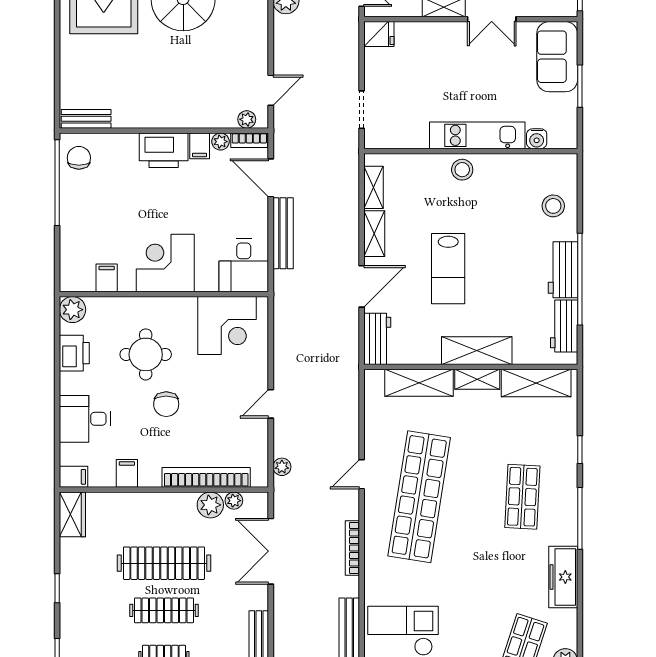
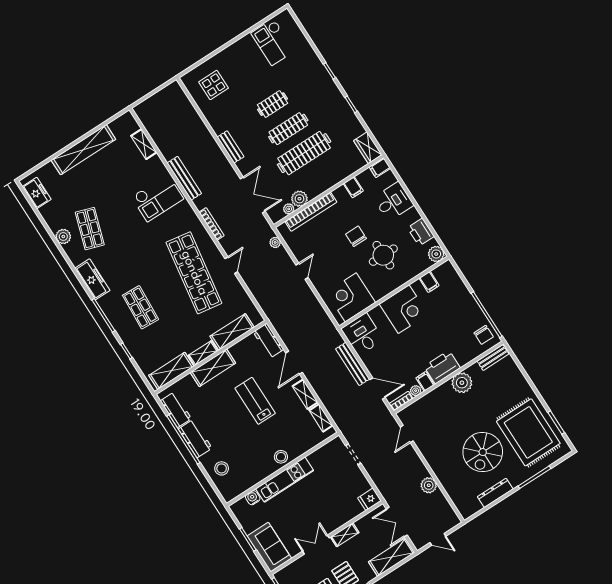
plant: (247, 119) -> (462, 383), moved, width x1.88, depth x1.88

